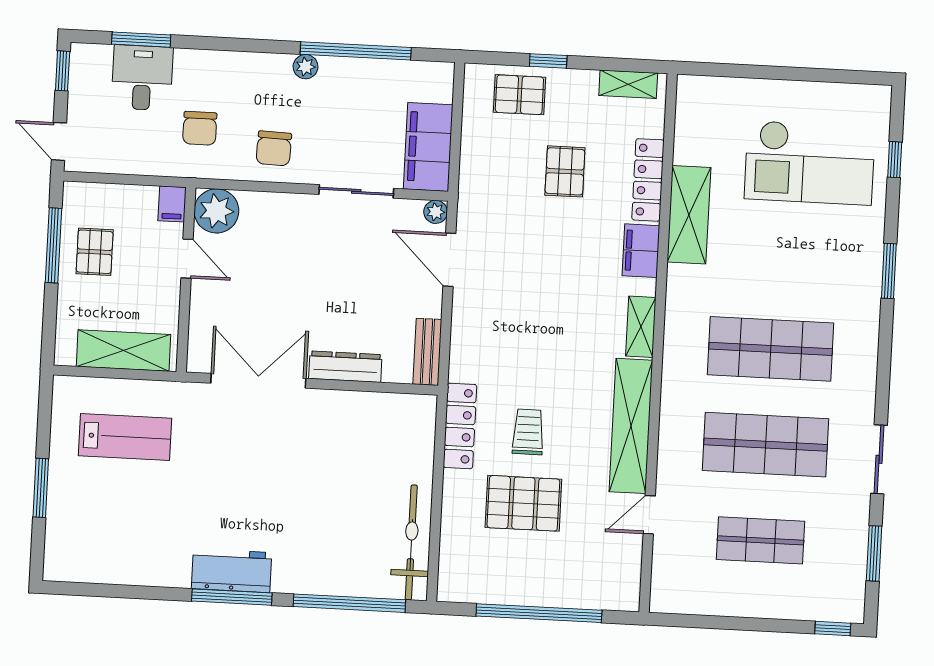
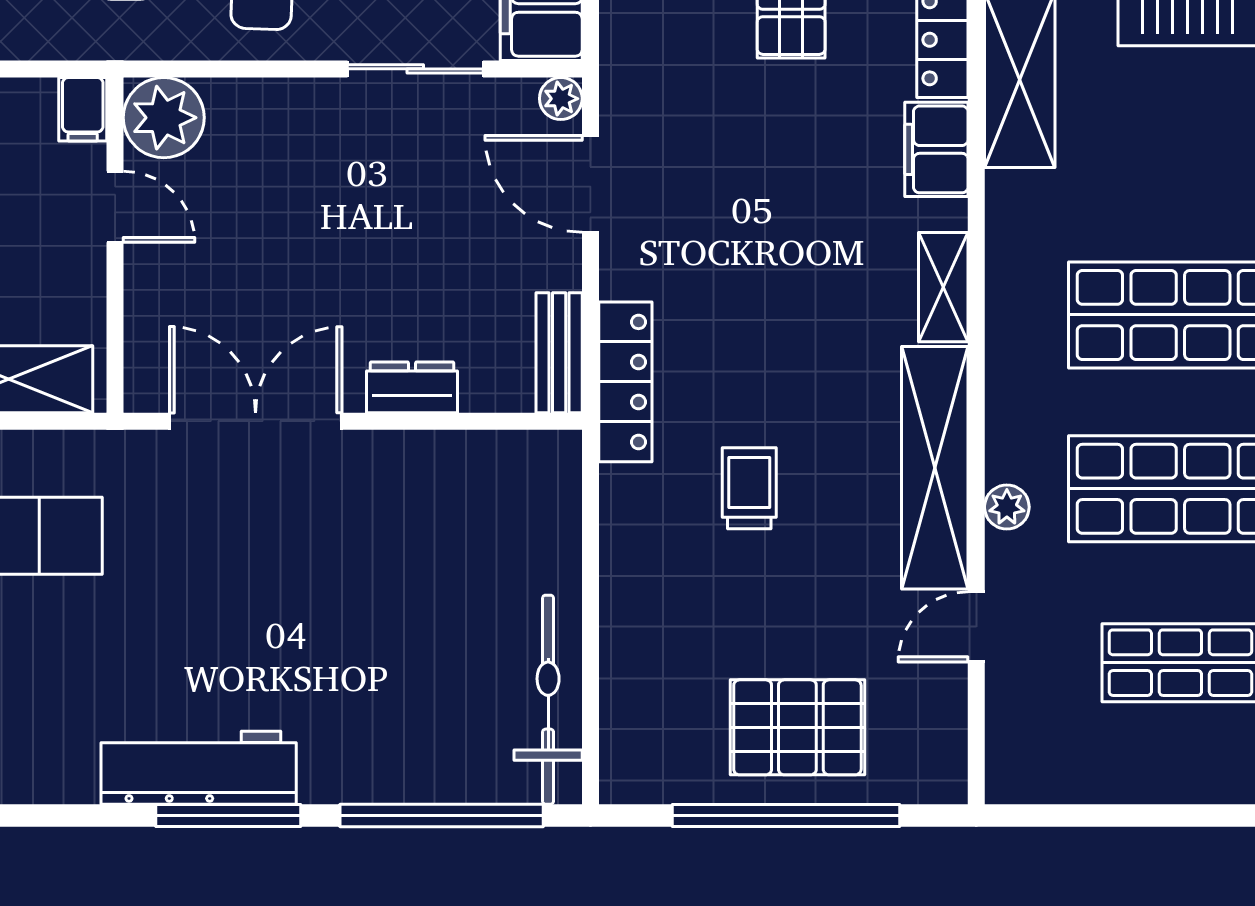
dresser: (345, 367) -> (412, 387), width x0.70
locker: (460, 426) -> (625, 382), moved
plant: (669, 450) -> (1007, 507), added
pallet: (523, 503) -> (797, 727), moved
workbench: (232, 571) -> (199, 768), width x1.38

